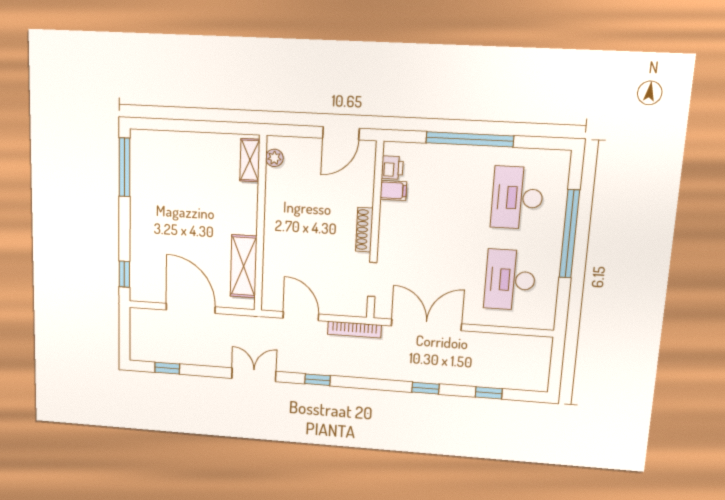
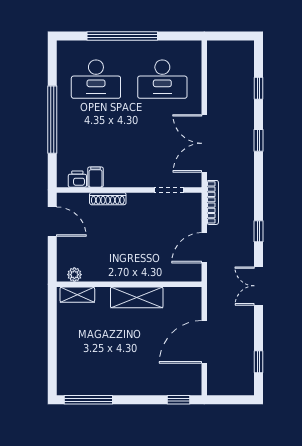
shoe rack: (364, 230) -> (108, 199), moved
shelving: (244, 266) -> (137, 297), moved

